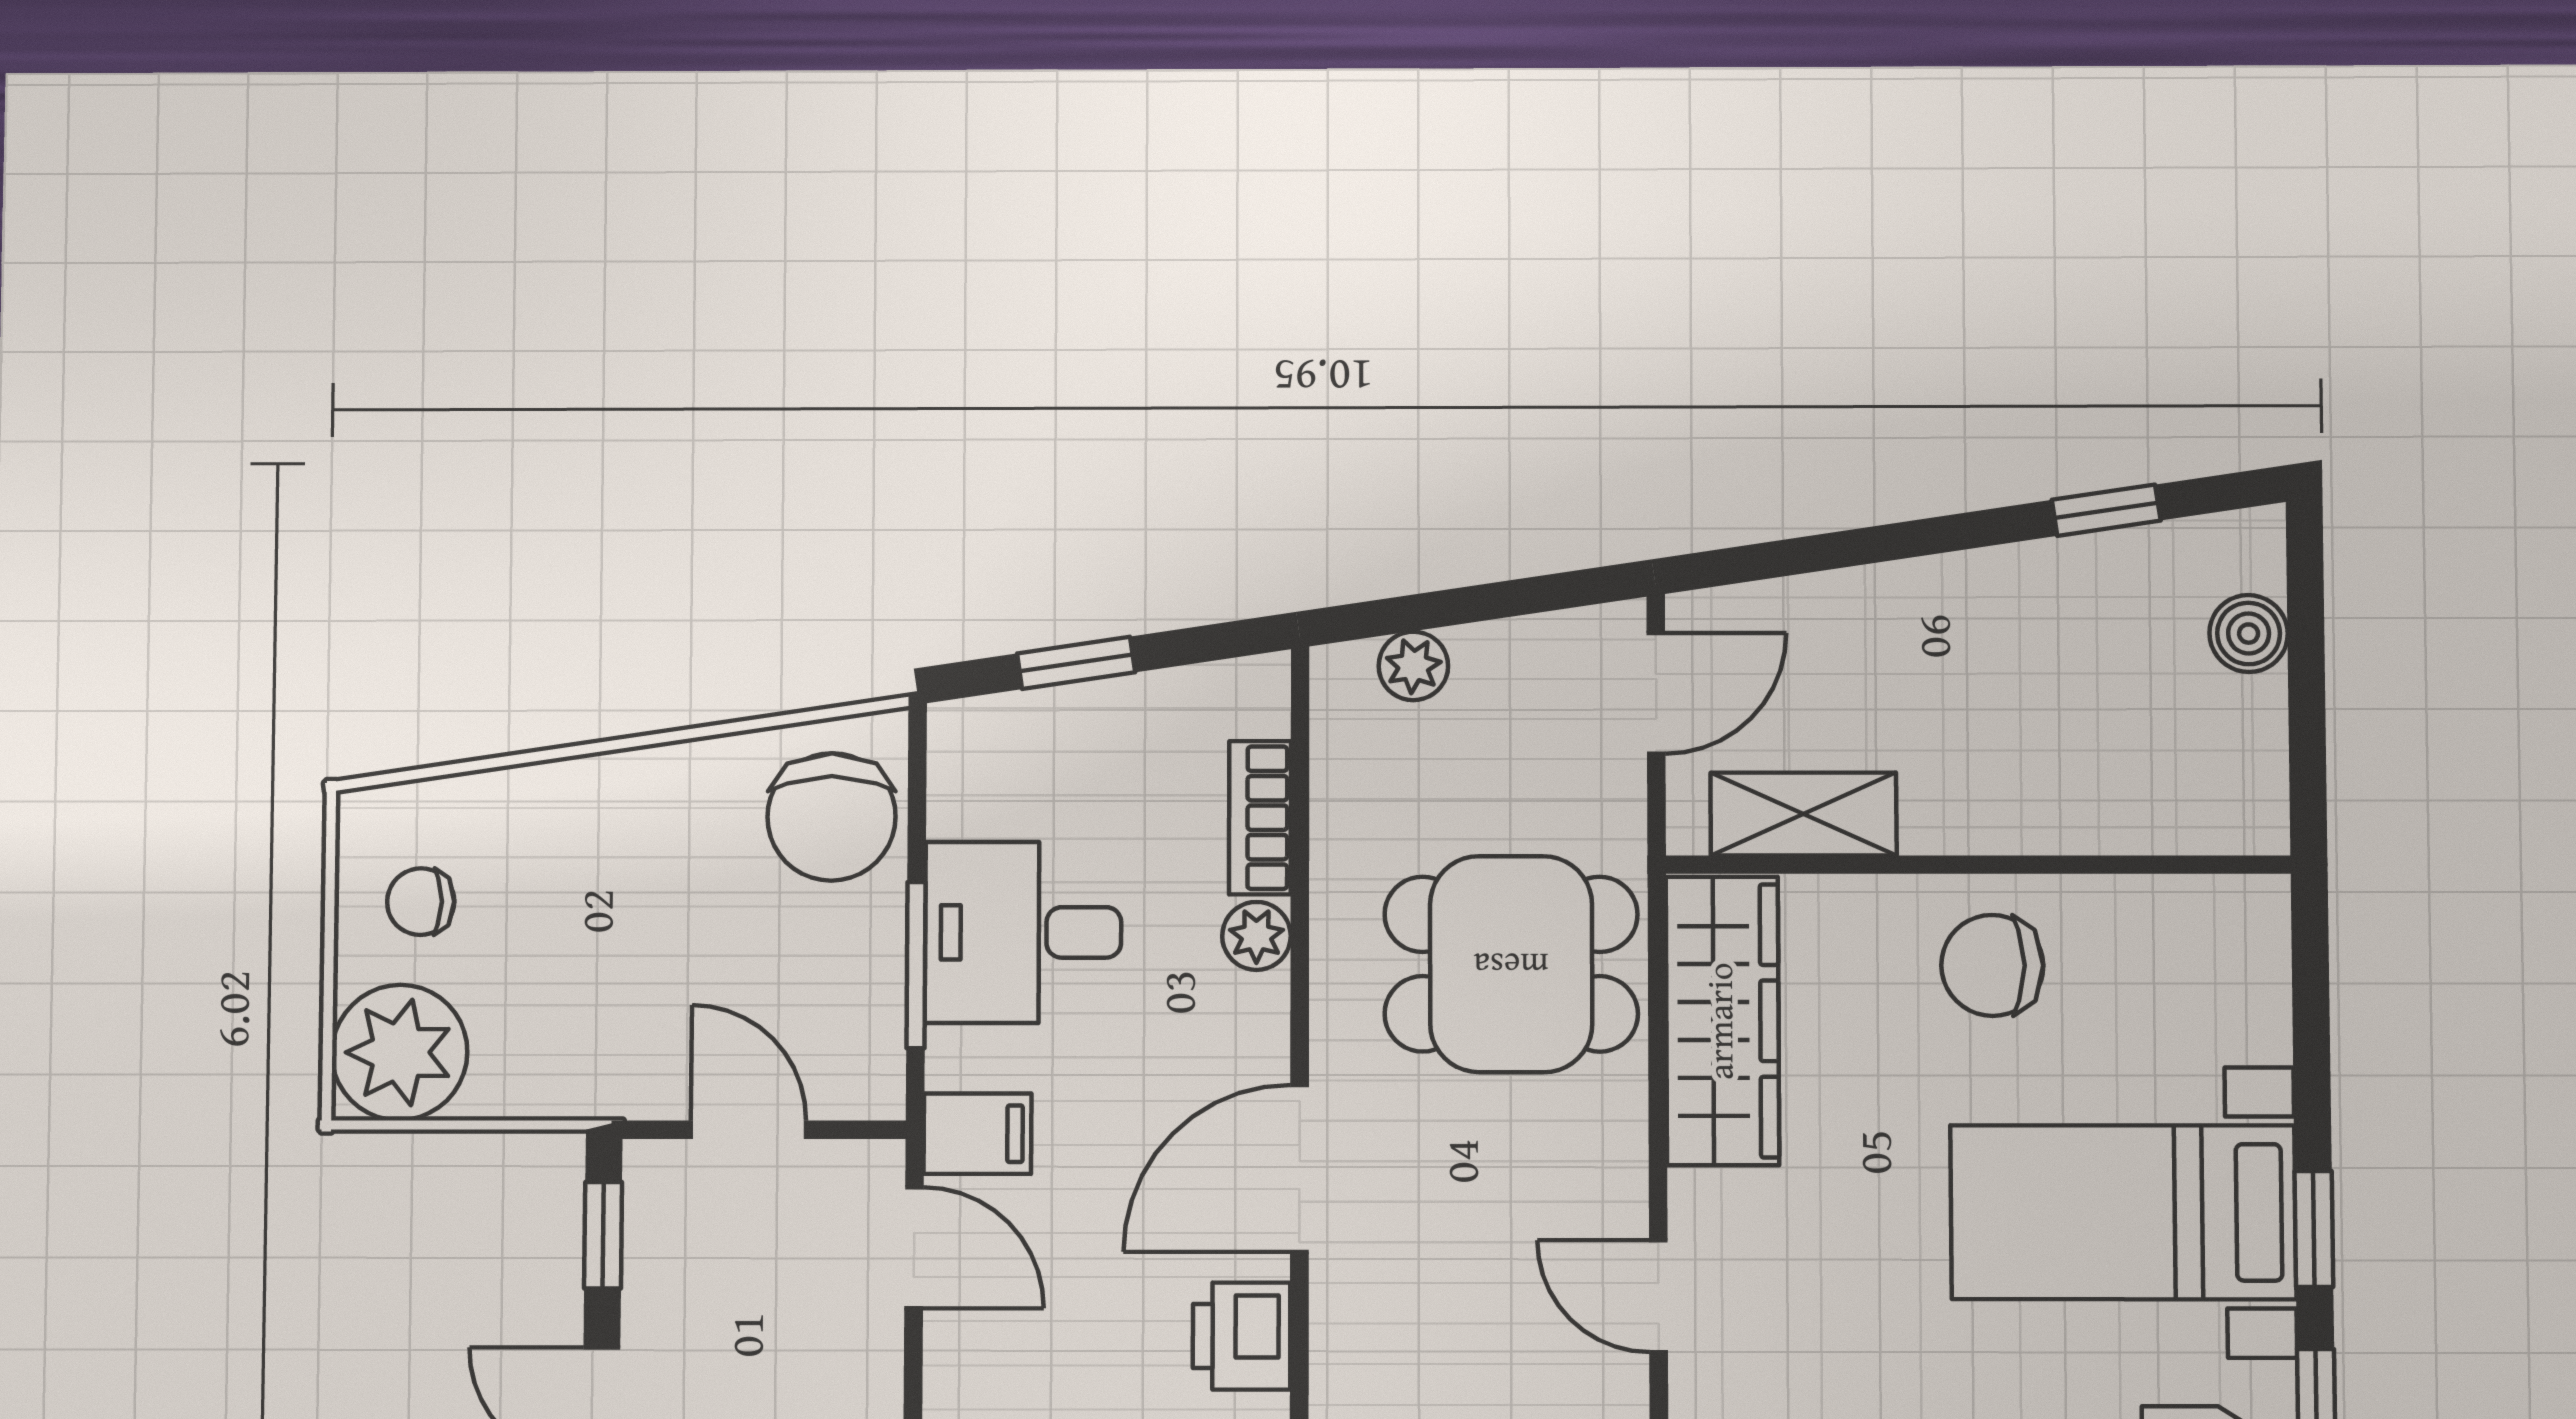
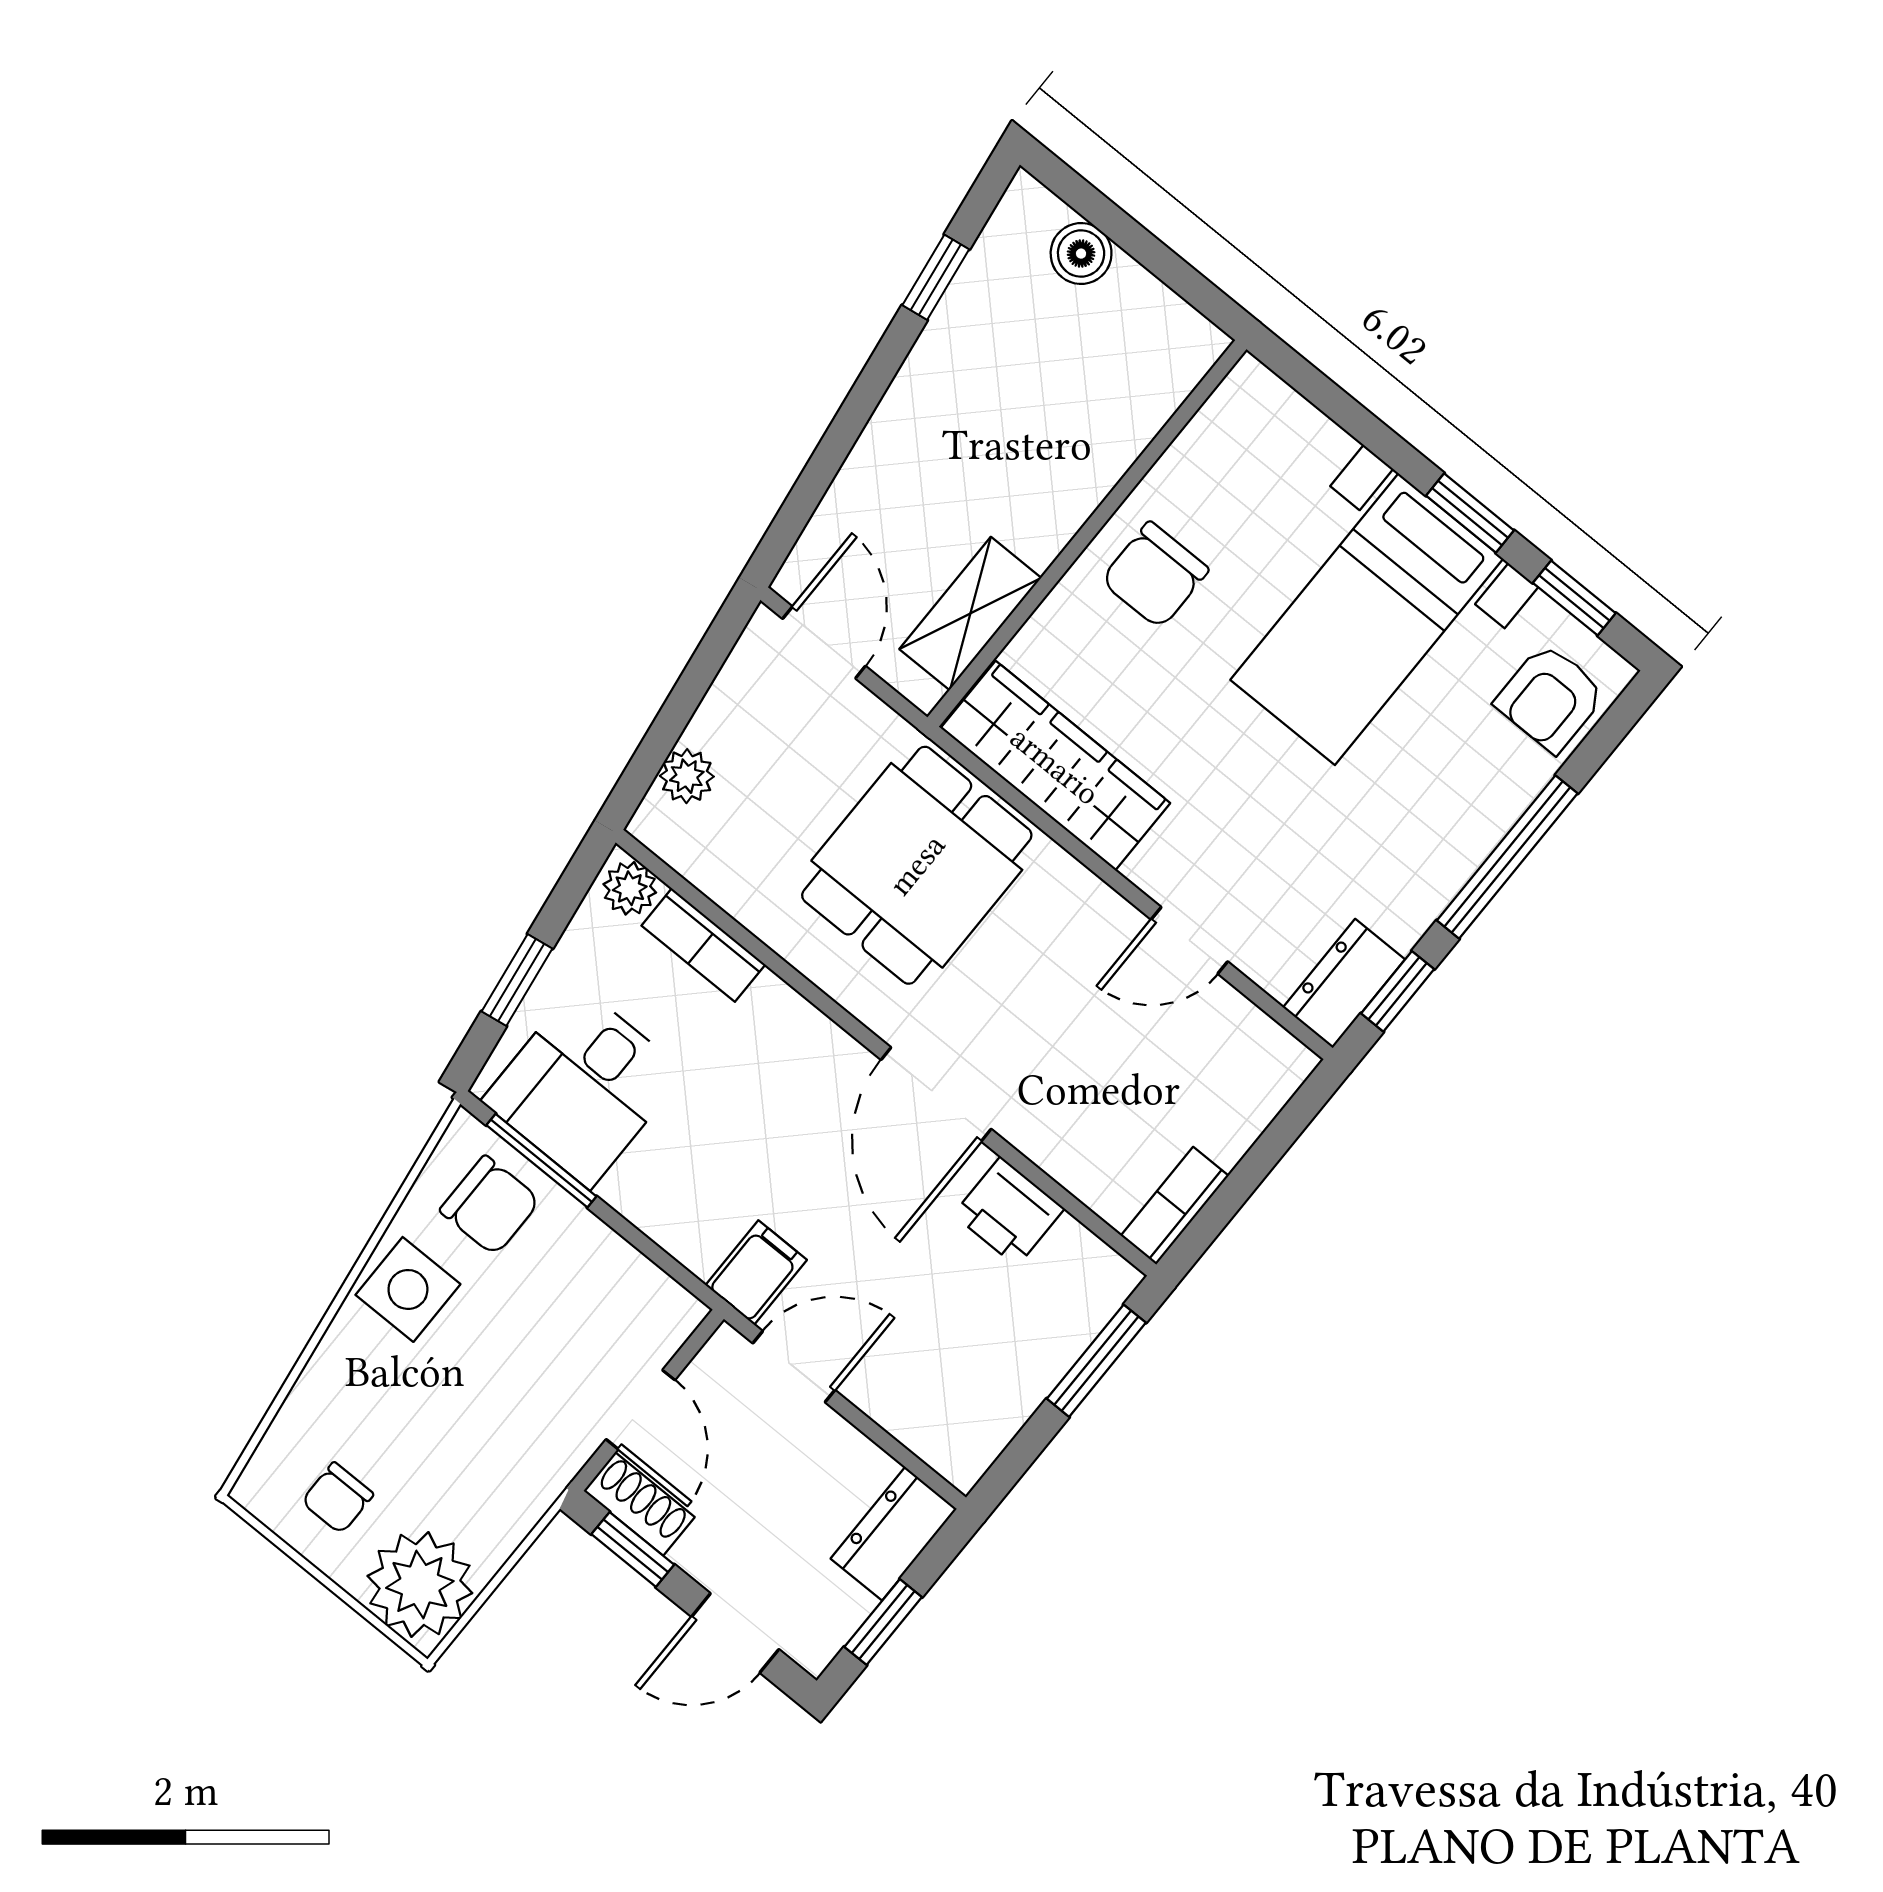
side table: (683, 804) -> (408, 1289), added
chair: (832, 817) -> (490, 1205), width x0.73, depth x0.73
desk: (1023, 932) -> (583, 1087), moved
plant: (1256, 936) -> (630, 888), moved
window: (916, 965) -> (541, 1161), moved
door: (748, 1130) -> (640, 1410), swing flipped
shoe rack: (654, 1205) -> (639, 1504), added

